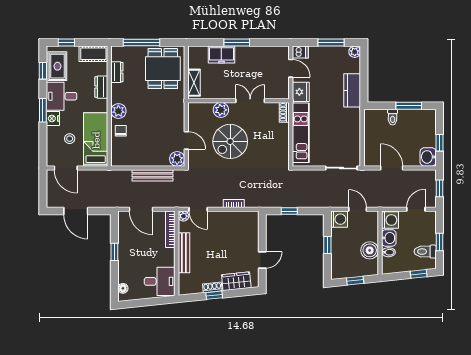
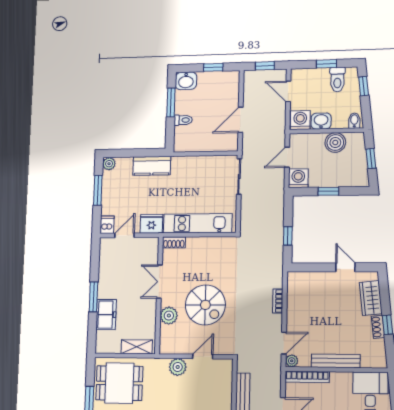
washbasin: (428, 157) -> (186, 81), moved
plant: (177, 159) -> (178, 367), moved
bidet: (388, 252) -> (354, 121), moved

